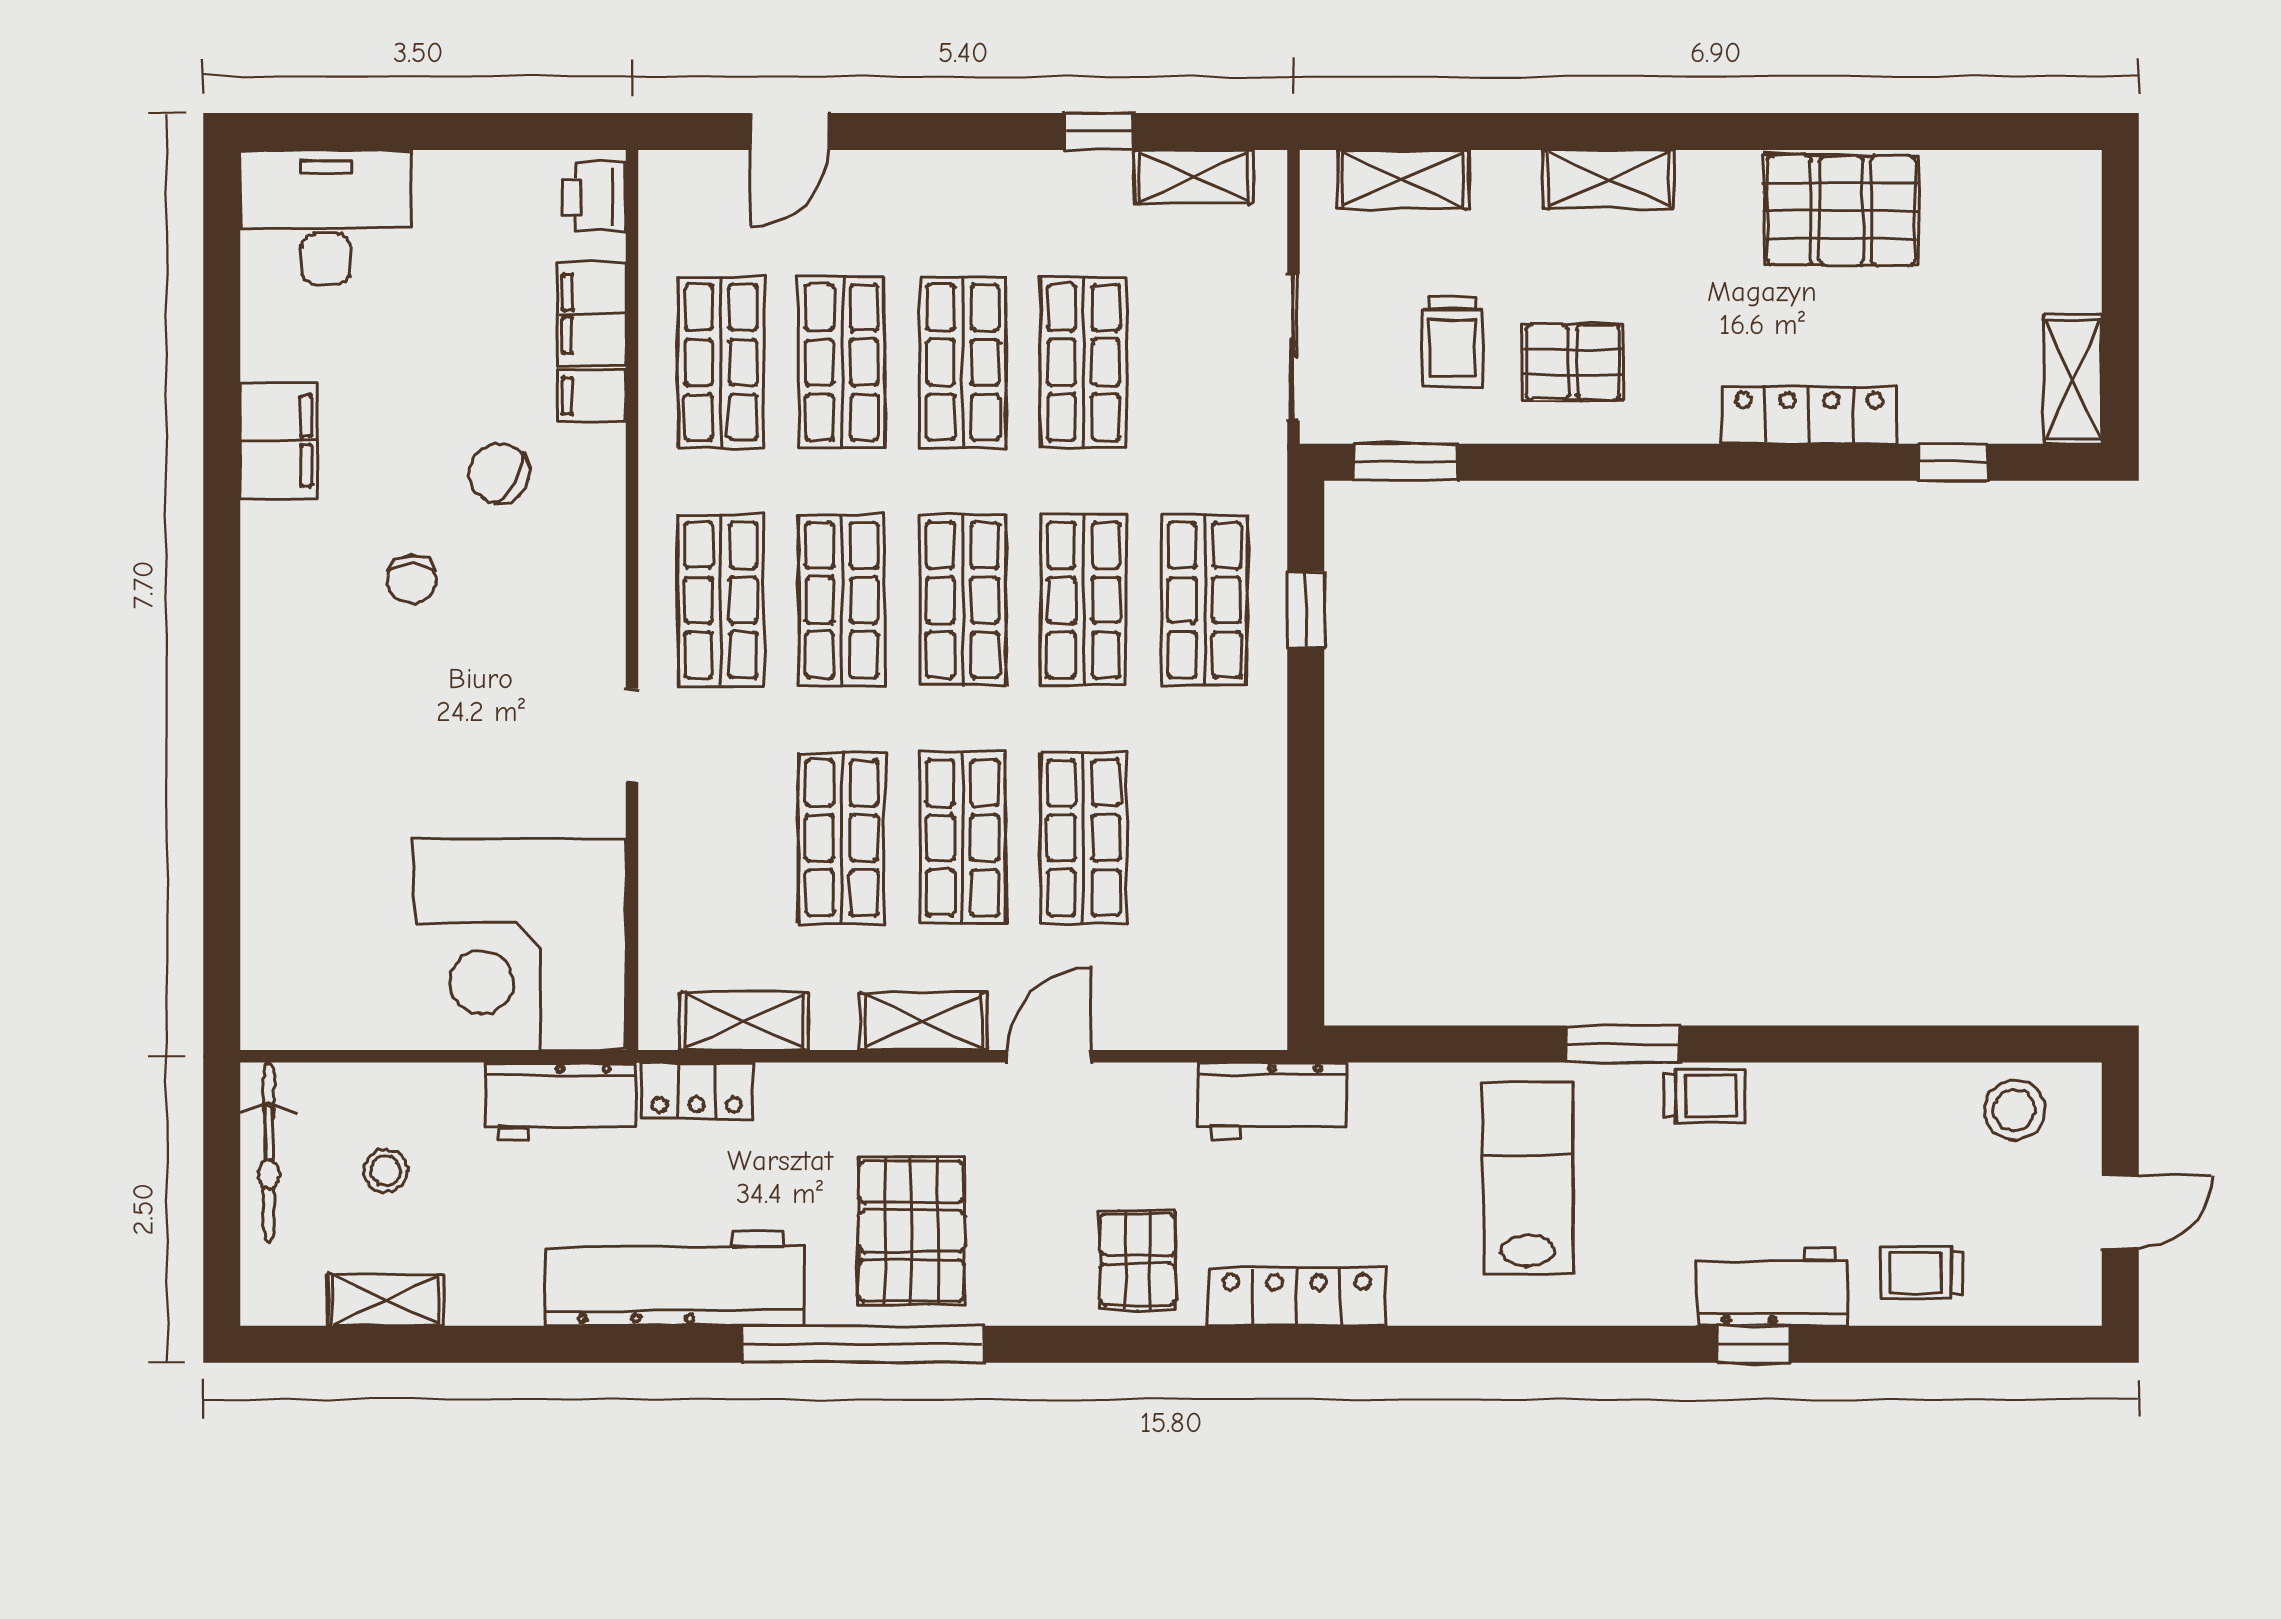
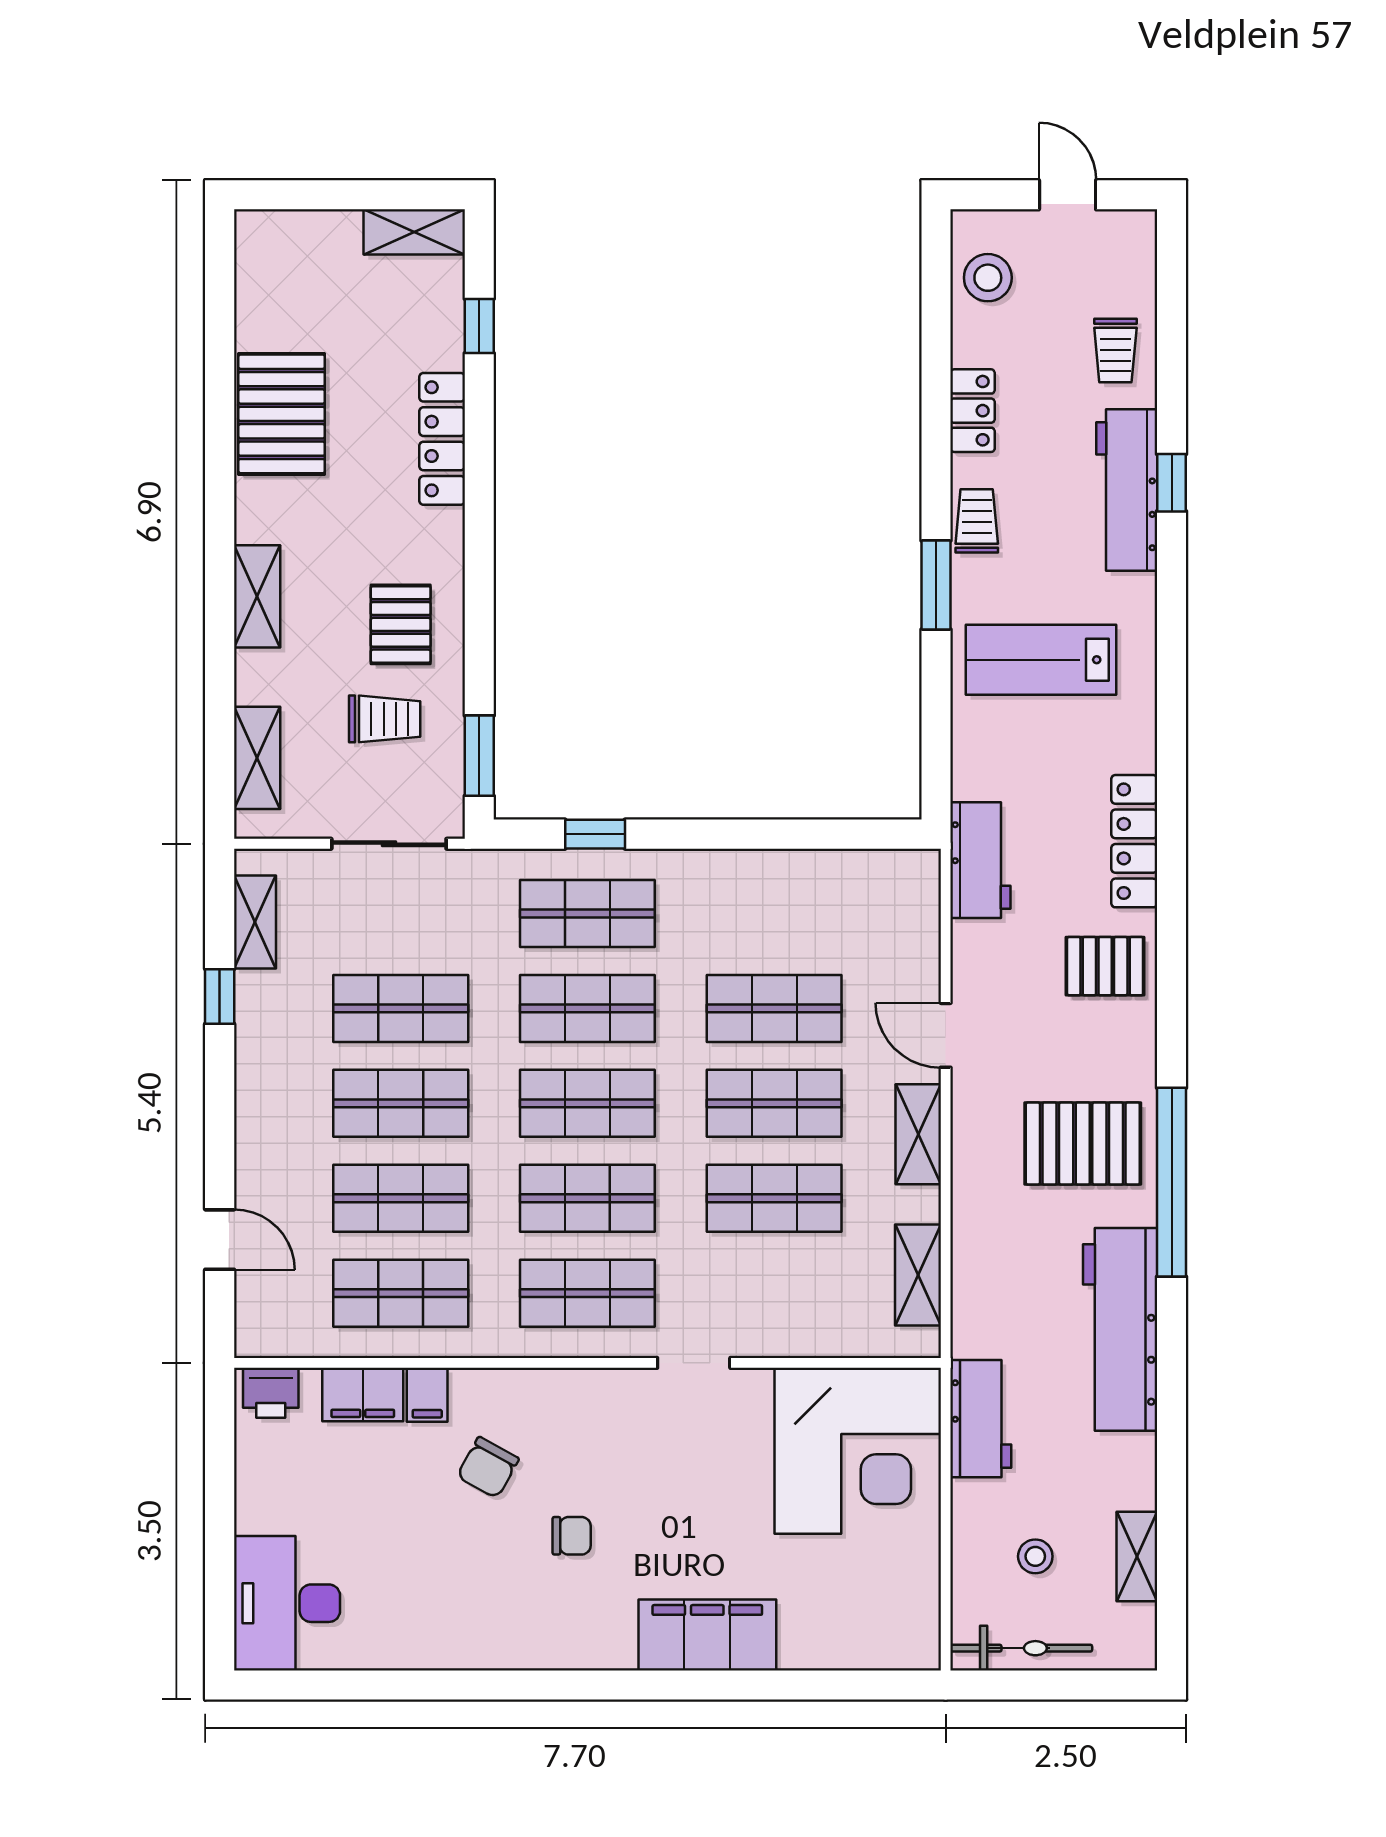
filing cabinet: (279, 441) -> (707, 1635), moved, width x1.50, depth x1.17
locker: (697, 1091) -> (972, 411), moved
workbench: (1772, 1287) -> (1127, 490), width x1.38

